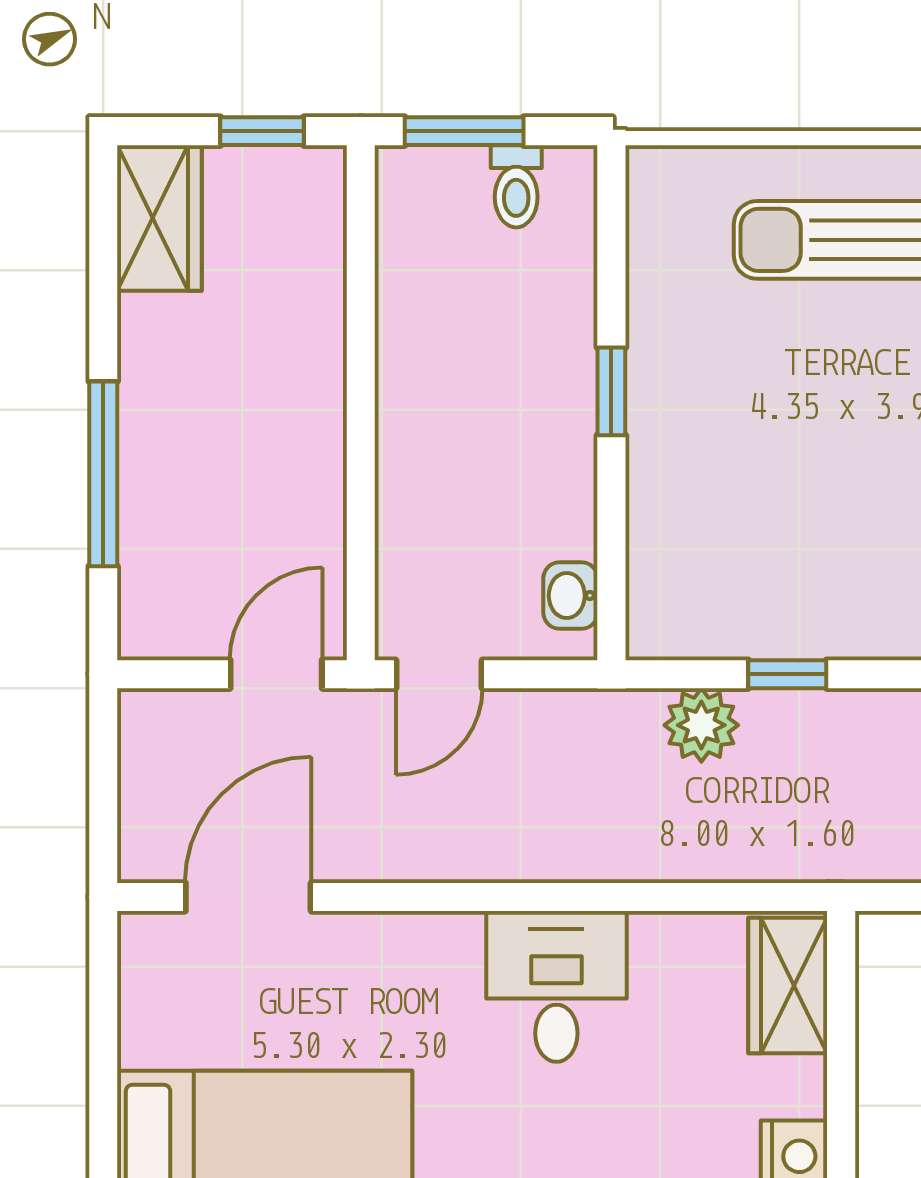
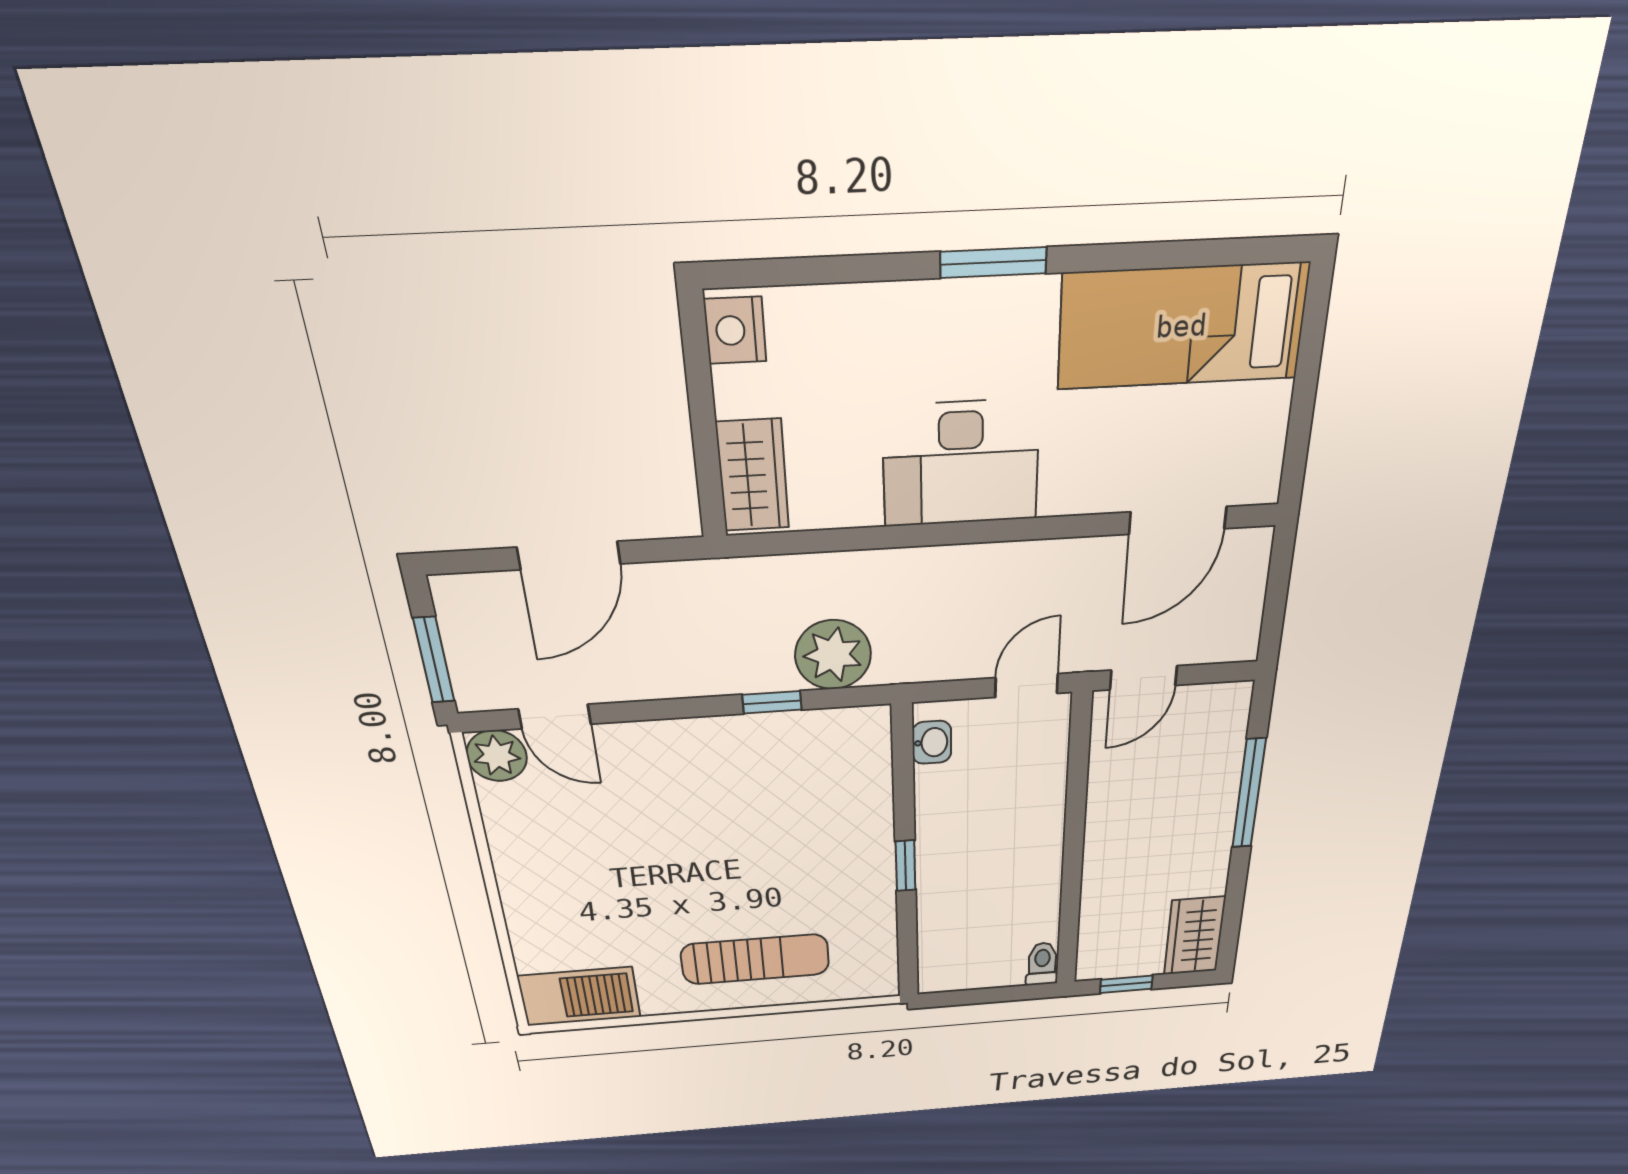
window: (464, 131) -> (1001, 994), removed
toilet: (516, 186) -> (1042, 964), moved
plant: (701, 725) -> (833, 655), width x1.36, depth x1.36
desk: (556, 986) -> (961, 463), width x1.37

